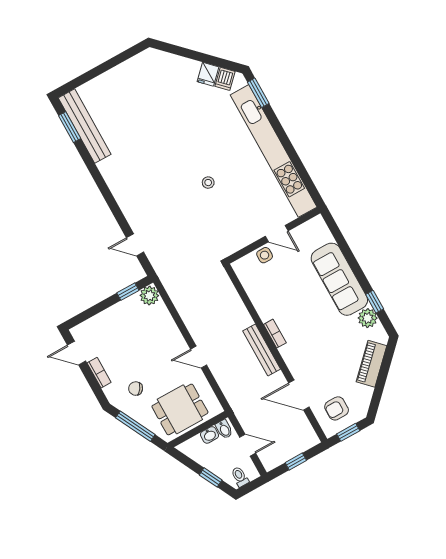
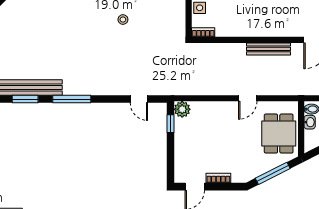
window: (96, 175) -> (72, 99), added
door: (135, 245) -> (139, 99), hinge flipped
bookcase: (275, 334) -> (203, 32), moved
chair: (136, 389) -> (245, 158), removed

